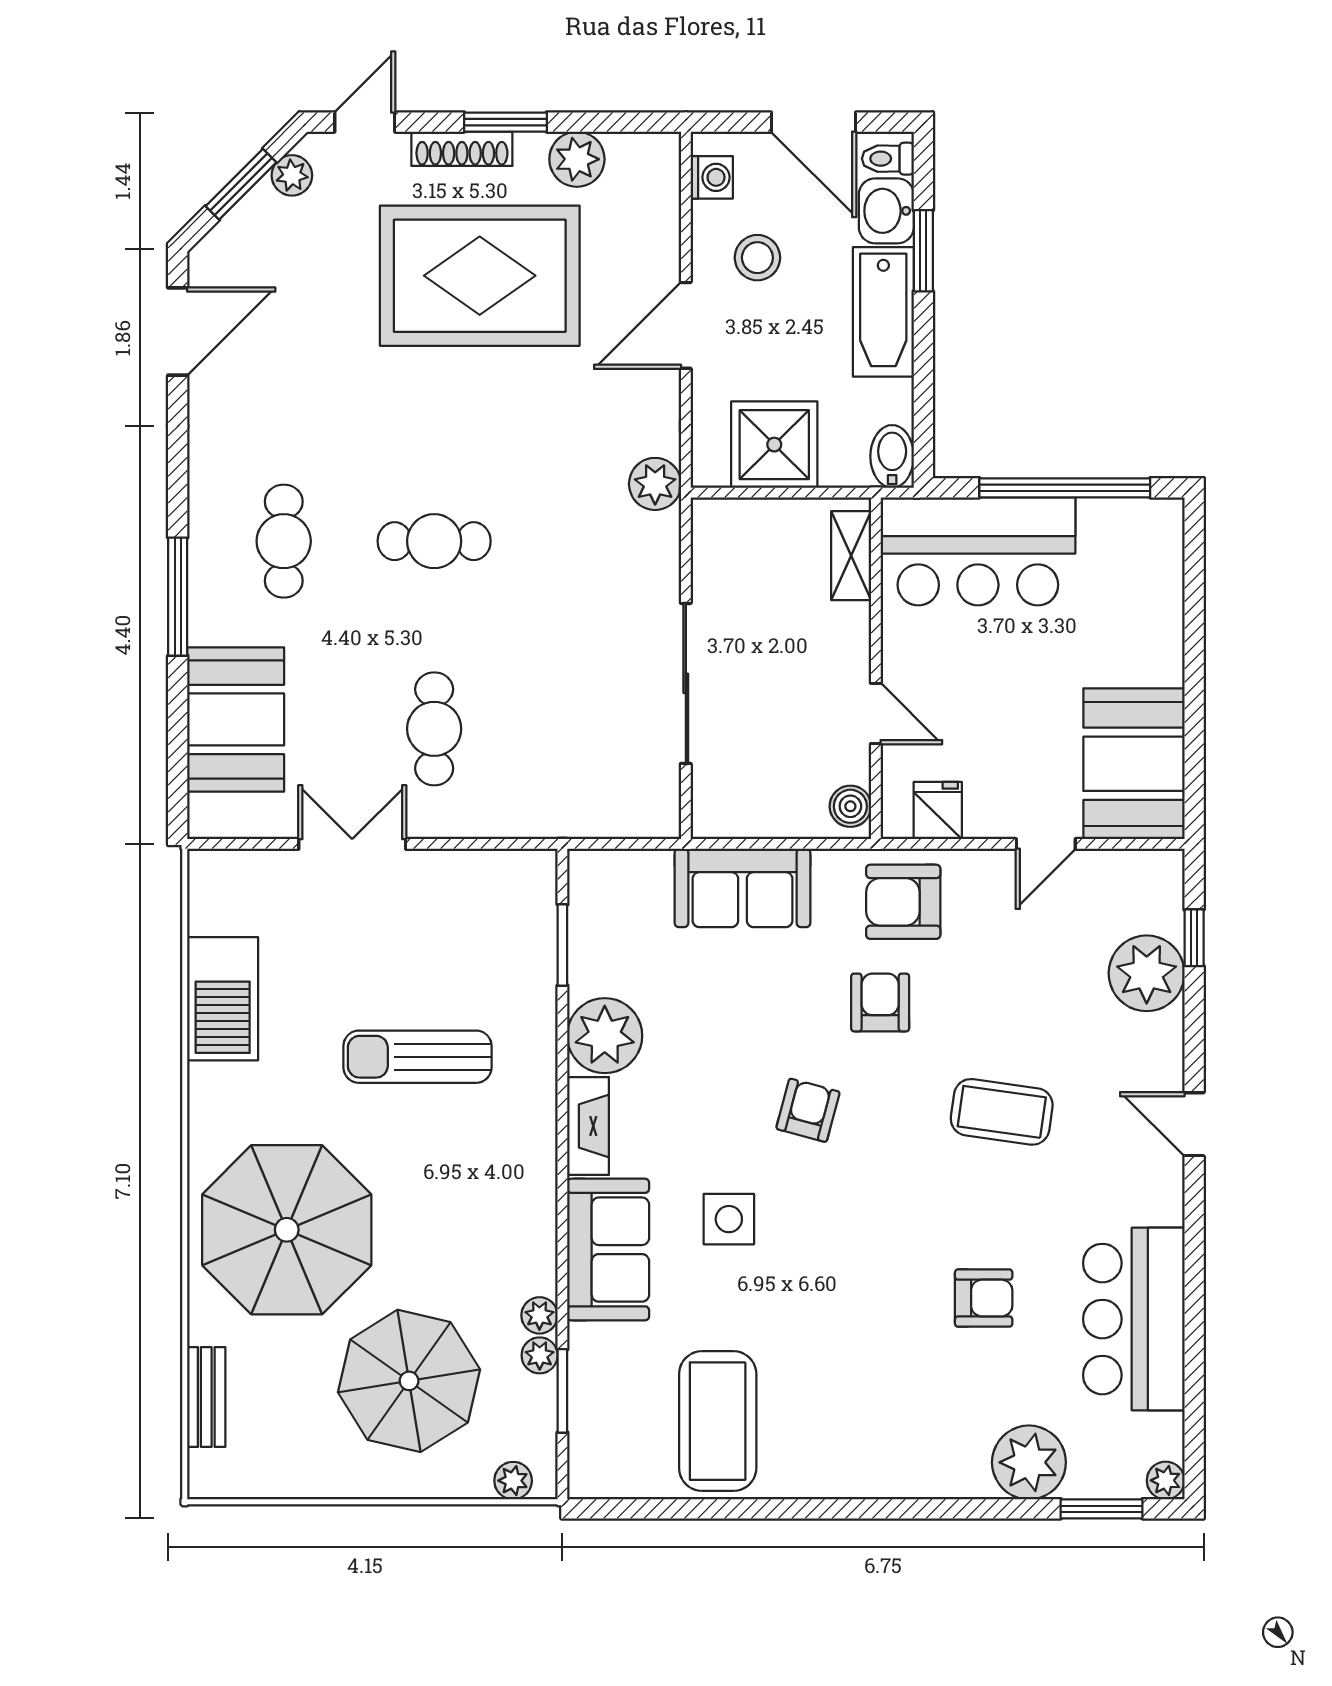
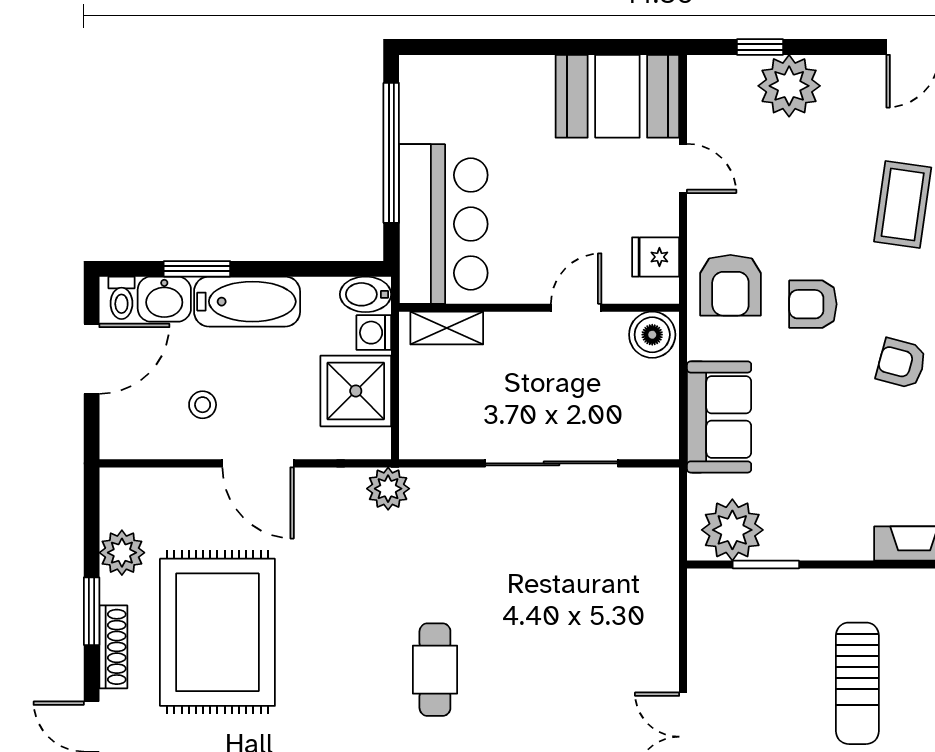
washing machine: (712, 177) -> (374, 333), moved, turned -90
stool: (757, 258) -> (203, 405), width x0.73, depth x0.73
cafe table: (434, 729) -> (589, 670), removed
boiler: (850, 806) -> (652, 335), width x1.36, depth x1.36
plant: (605, 1036) -> (732, 530), moved

